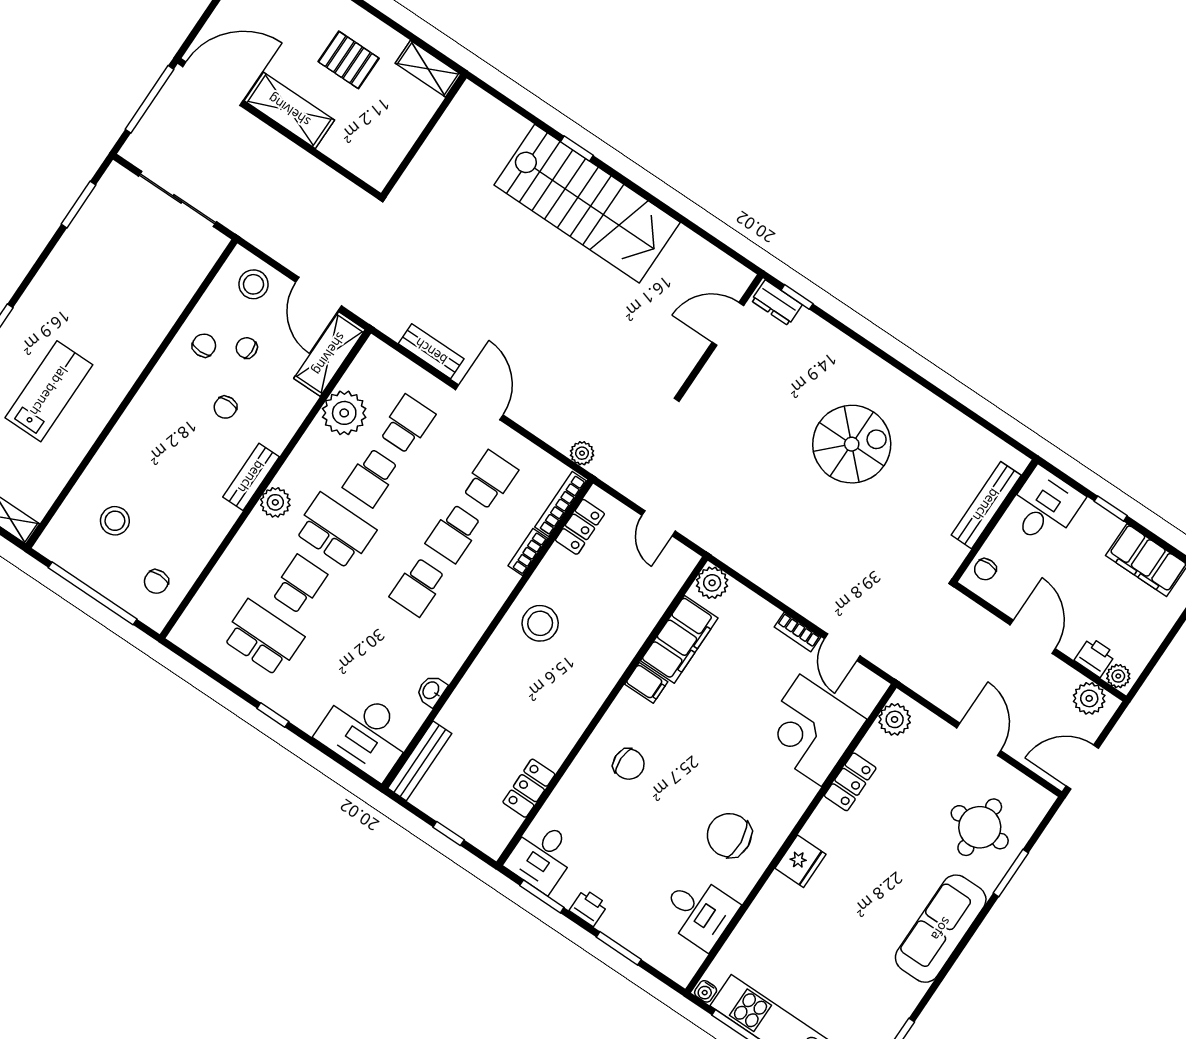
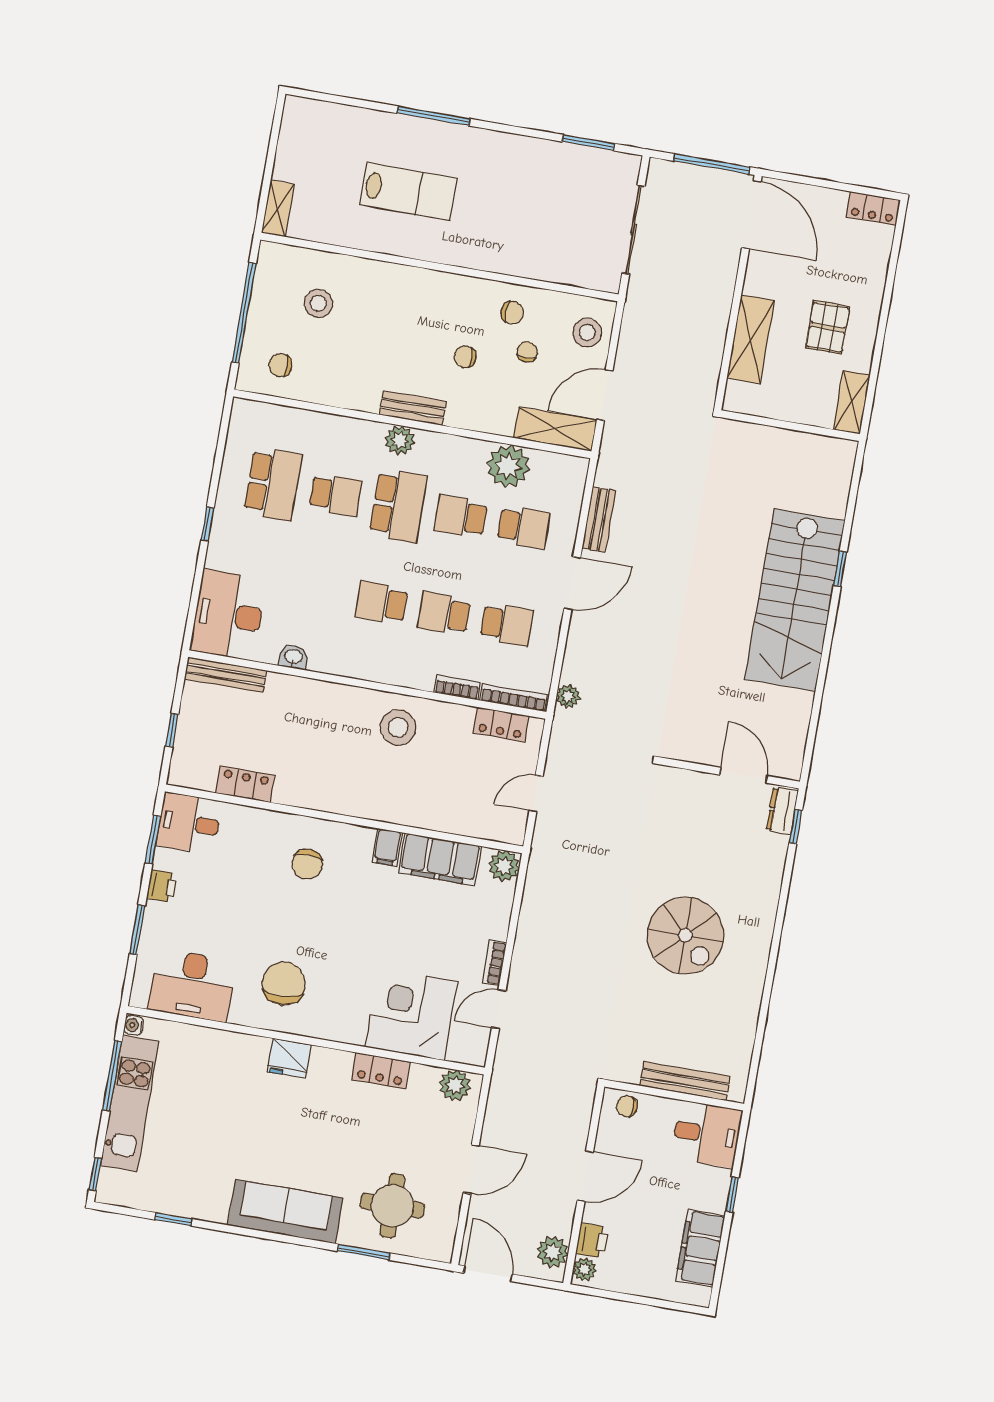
shelving: (289, 110) -> (750, 339), moved
desk: (699, 912) -> (192, 985), width x1.37

